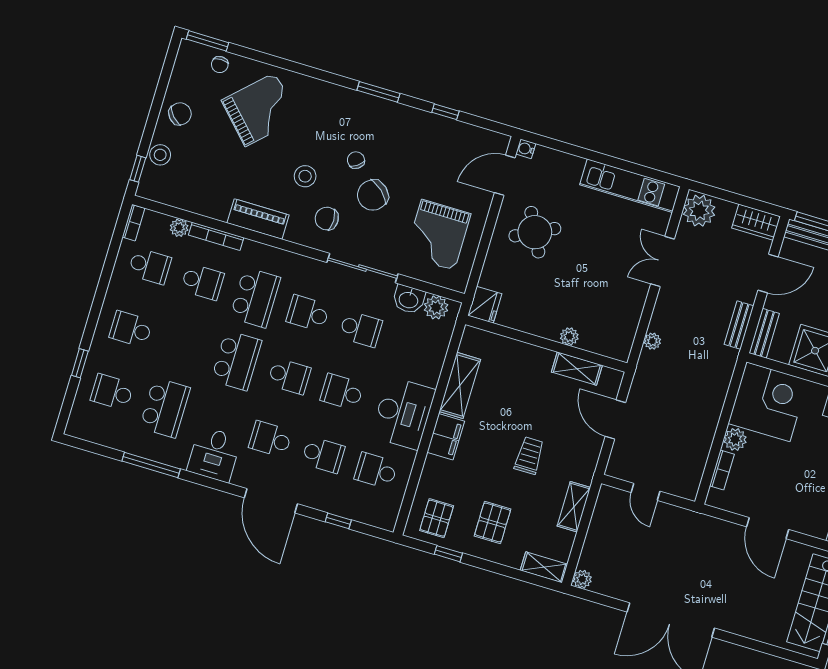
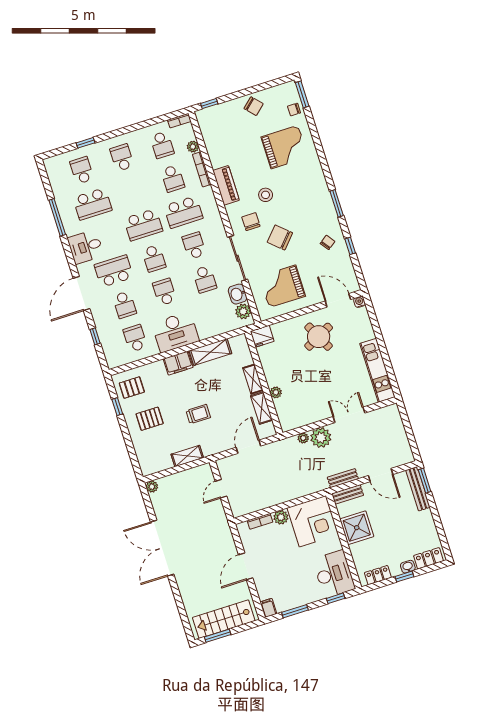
grand piano: (260, 110) -> (285, 147), turned -46
stool: (160, 155) -> (225, 110), removed
chair: (356, 160) -> (328, 242), moved
plant: (699, 211) -> (321, 438), moved
wardrobe: (756, 222) -> (404, 450), removed
school desk: (270, 439) -> (114, 271), width x1.85
shelving: (544, 567) -> (253, 379), moved

